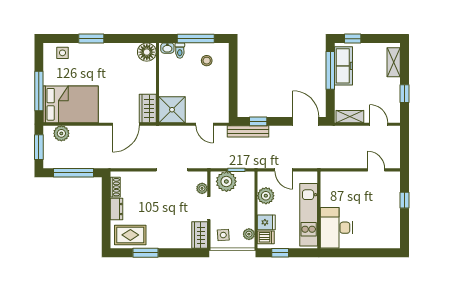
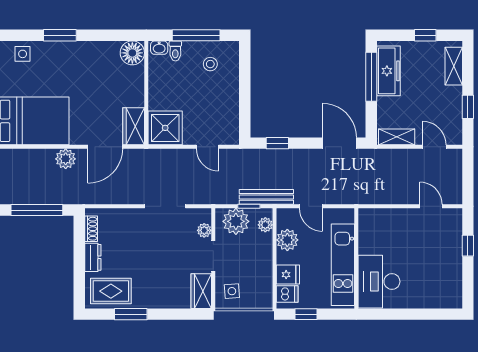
window: (353, 39) -> (425, 35), moved
bench: (248, 131) -> (266, 197), moved
plant: (61, 133) -> (66, 159), moved
plant: (249, 234) -> (265, 225), moved

